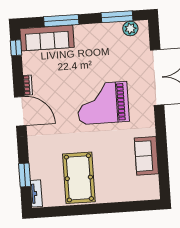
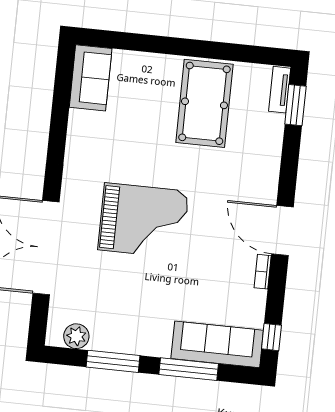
window: (117, 17) -> (113, 361), moved
sofa: (146, 156) -> (91, 78), moved
window: (25, 175) -> (295, 105), moved

